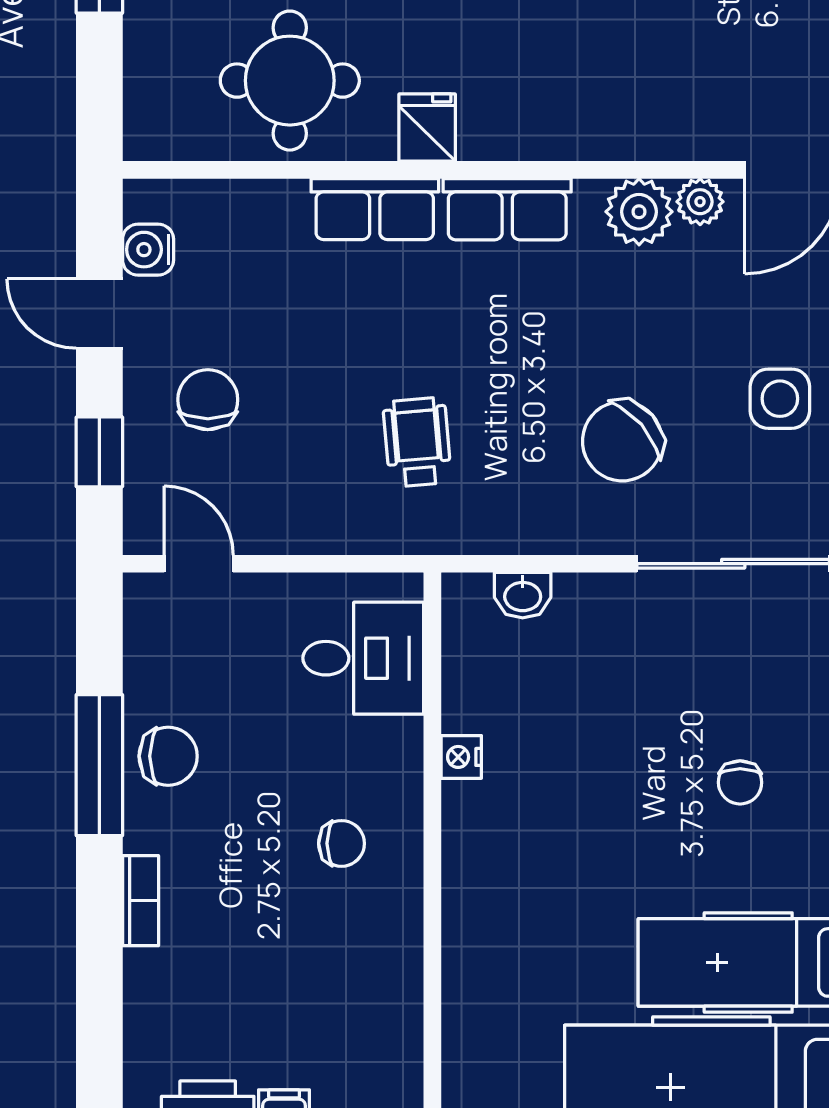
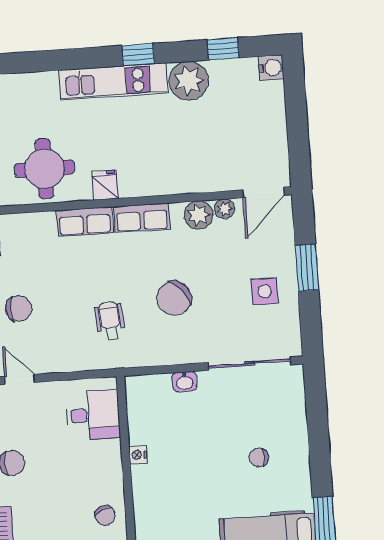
chair: (208, 400) -> (19, 308), turned 89
chair: (622, 441) -> (174, 298), moved
washbasin: (523, 595) -> (184, 382), moved
chair: (740, 782) -> (259, 457), turned 90
chair: (341, 843) -> (105, 515), moved, turned 67

